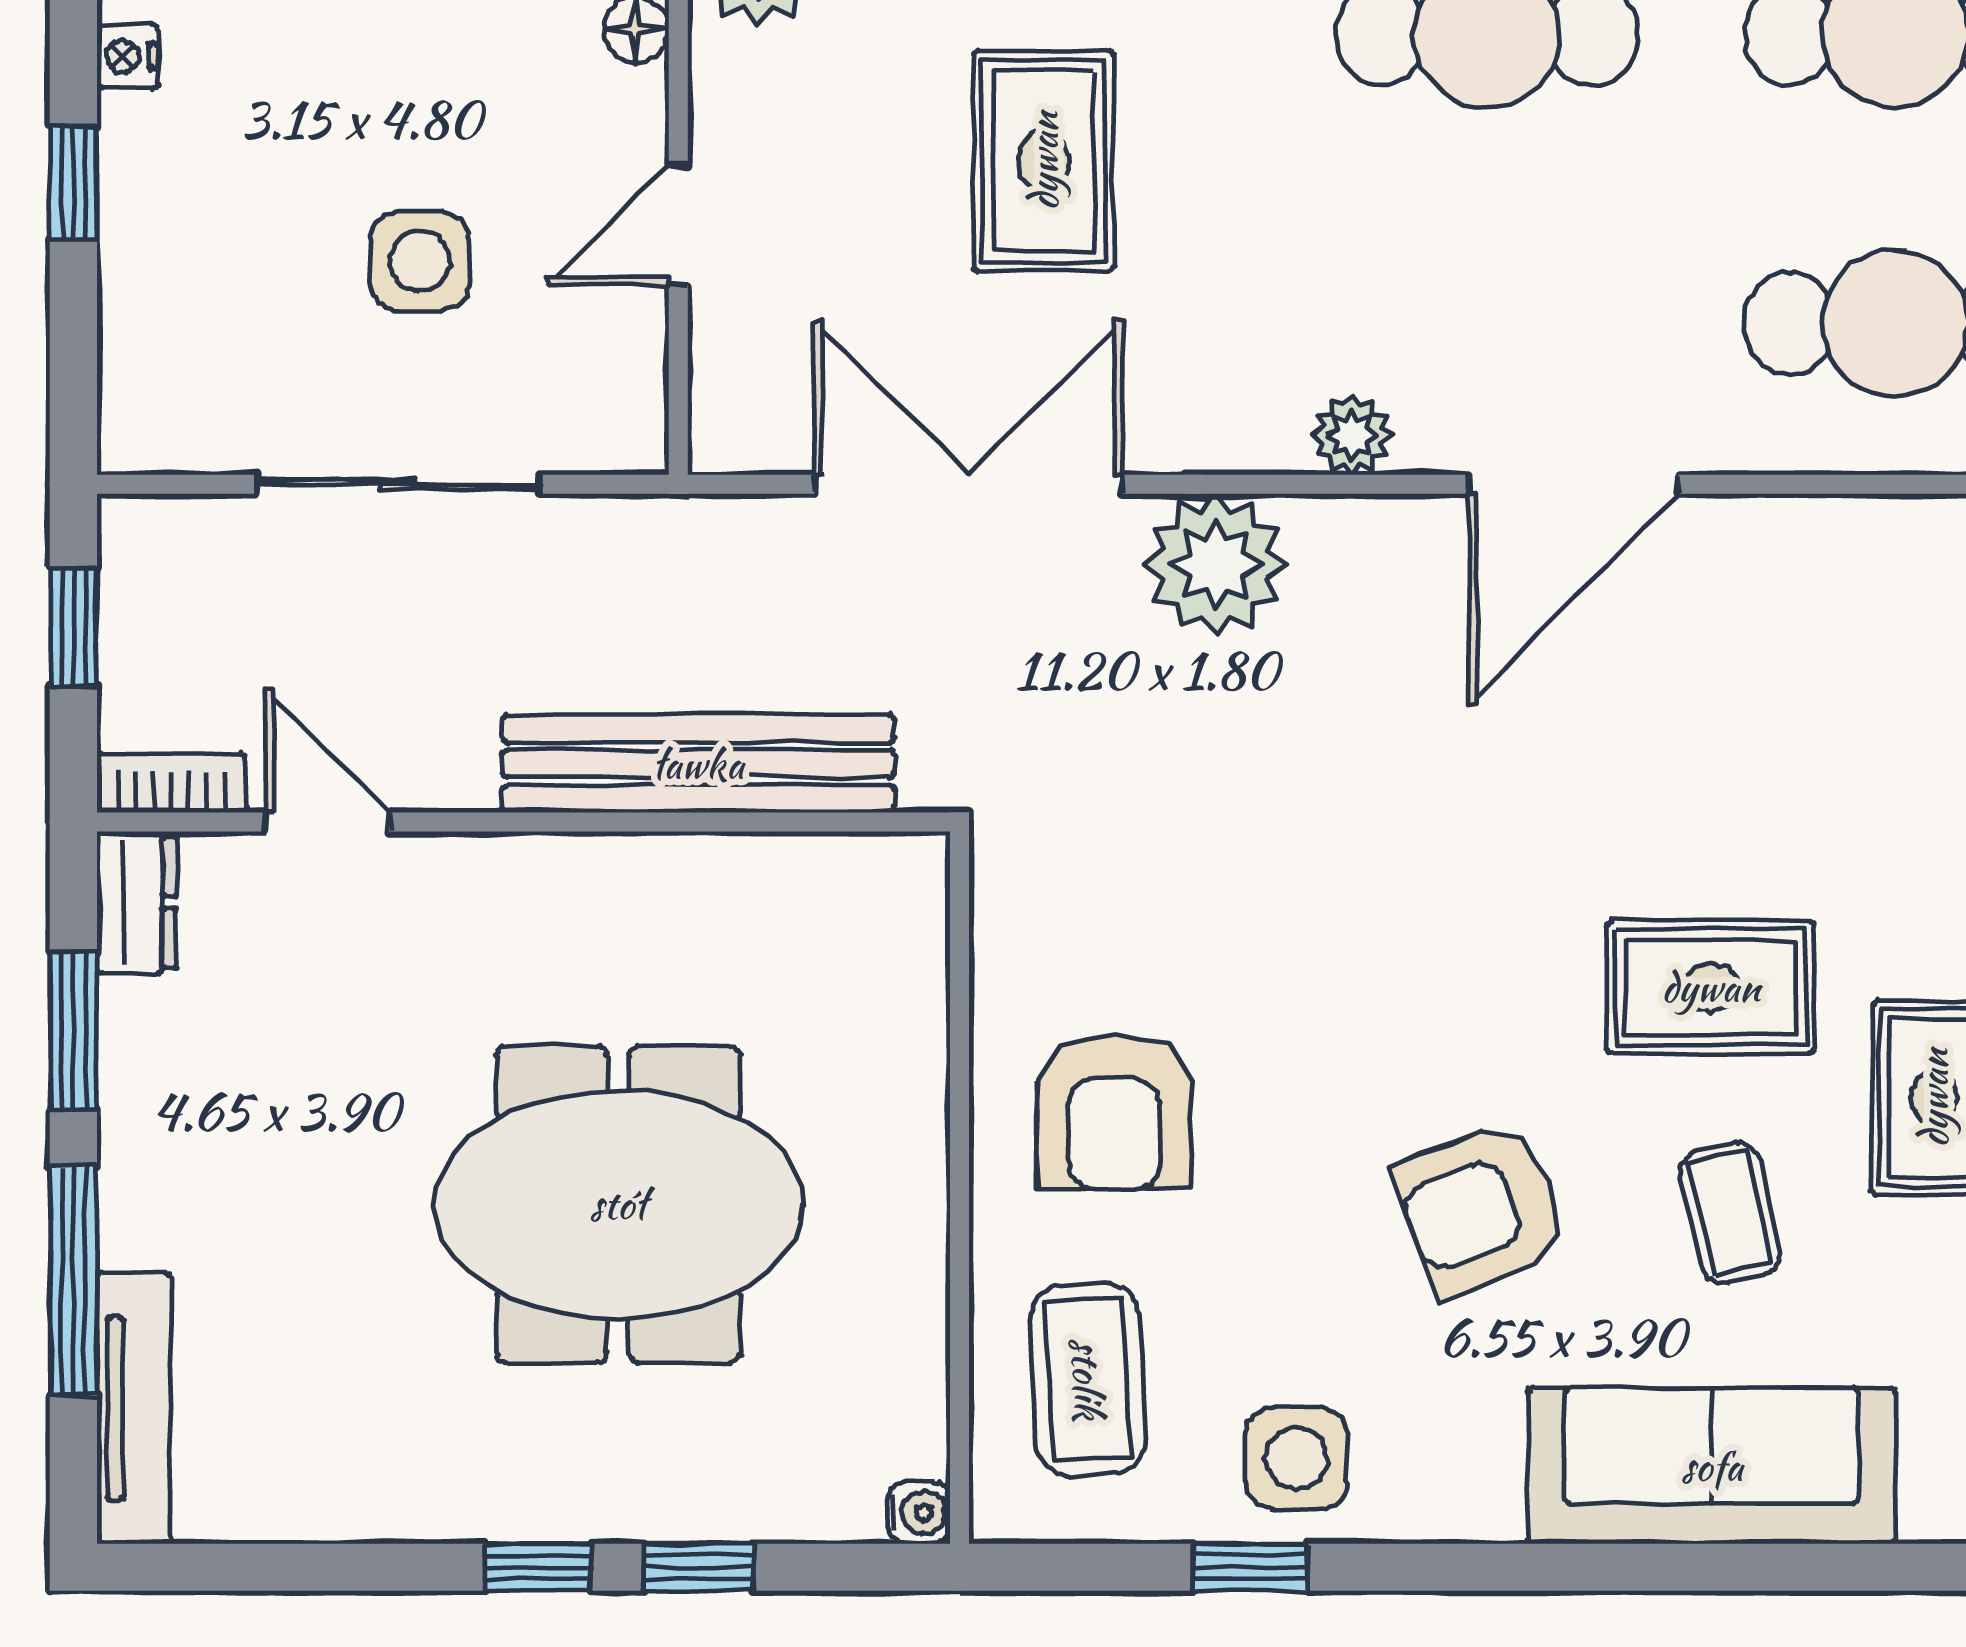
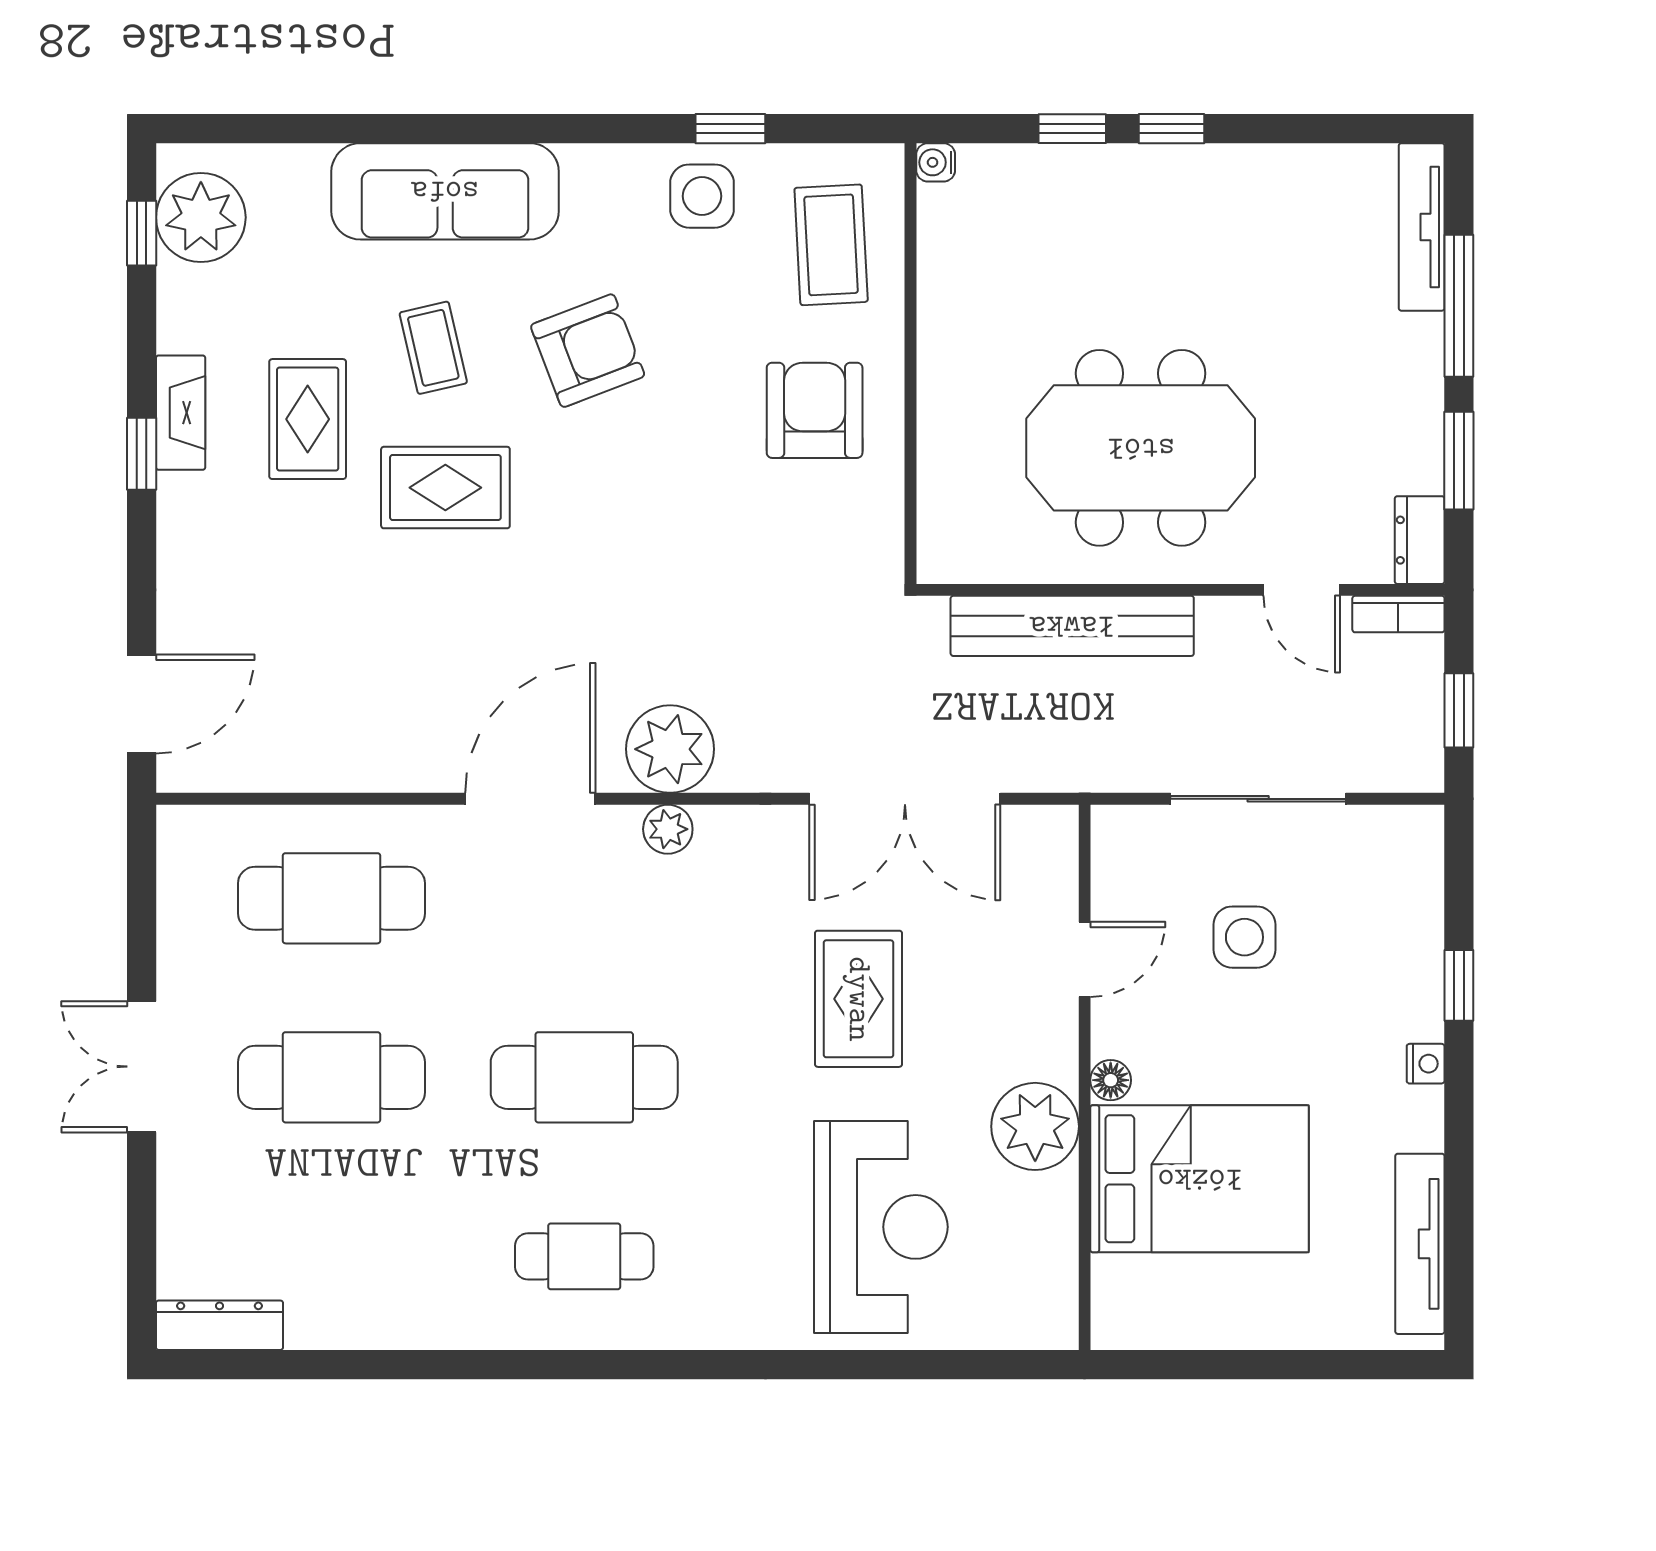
plant: (1216, 565) -> (670, 749), moved
meeting table: (618, 1204) -> (1141, 448), moved

